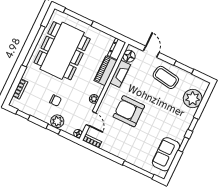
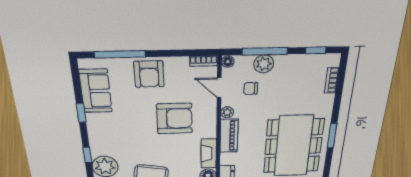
window: (34, 46) -> (332, 136), width x0.47
piano: (105, 71) -> (229, 136), moved
chair: (55, 100) -> (251, 88), moved
window: (193, 124) -> (87, 155), moved
window: (53, 129) -> (265, 51), width x2.17
armchair: (128, 149) -> (149, 74), added

